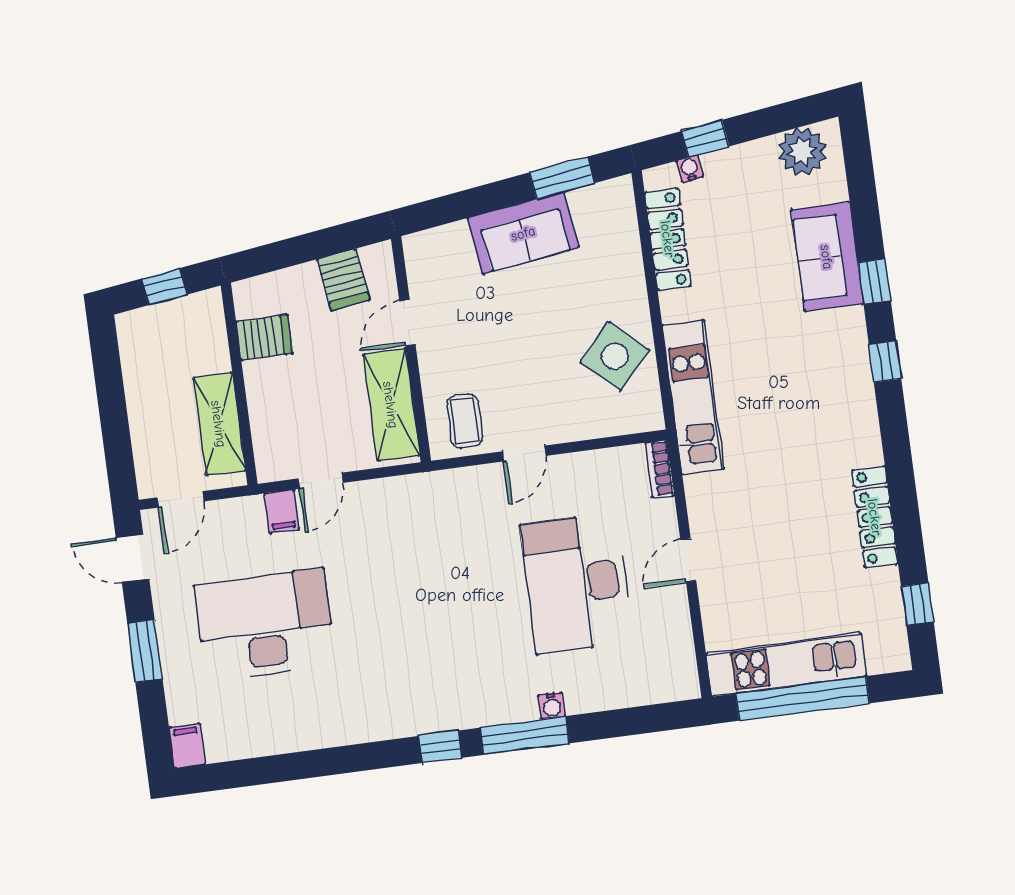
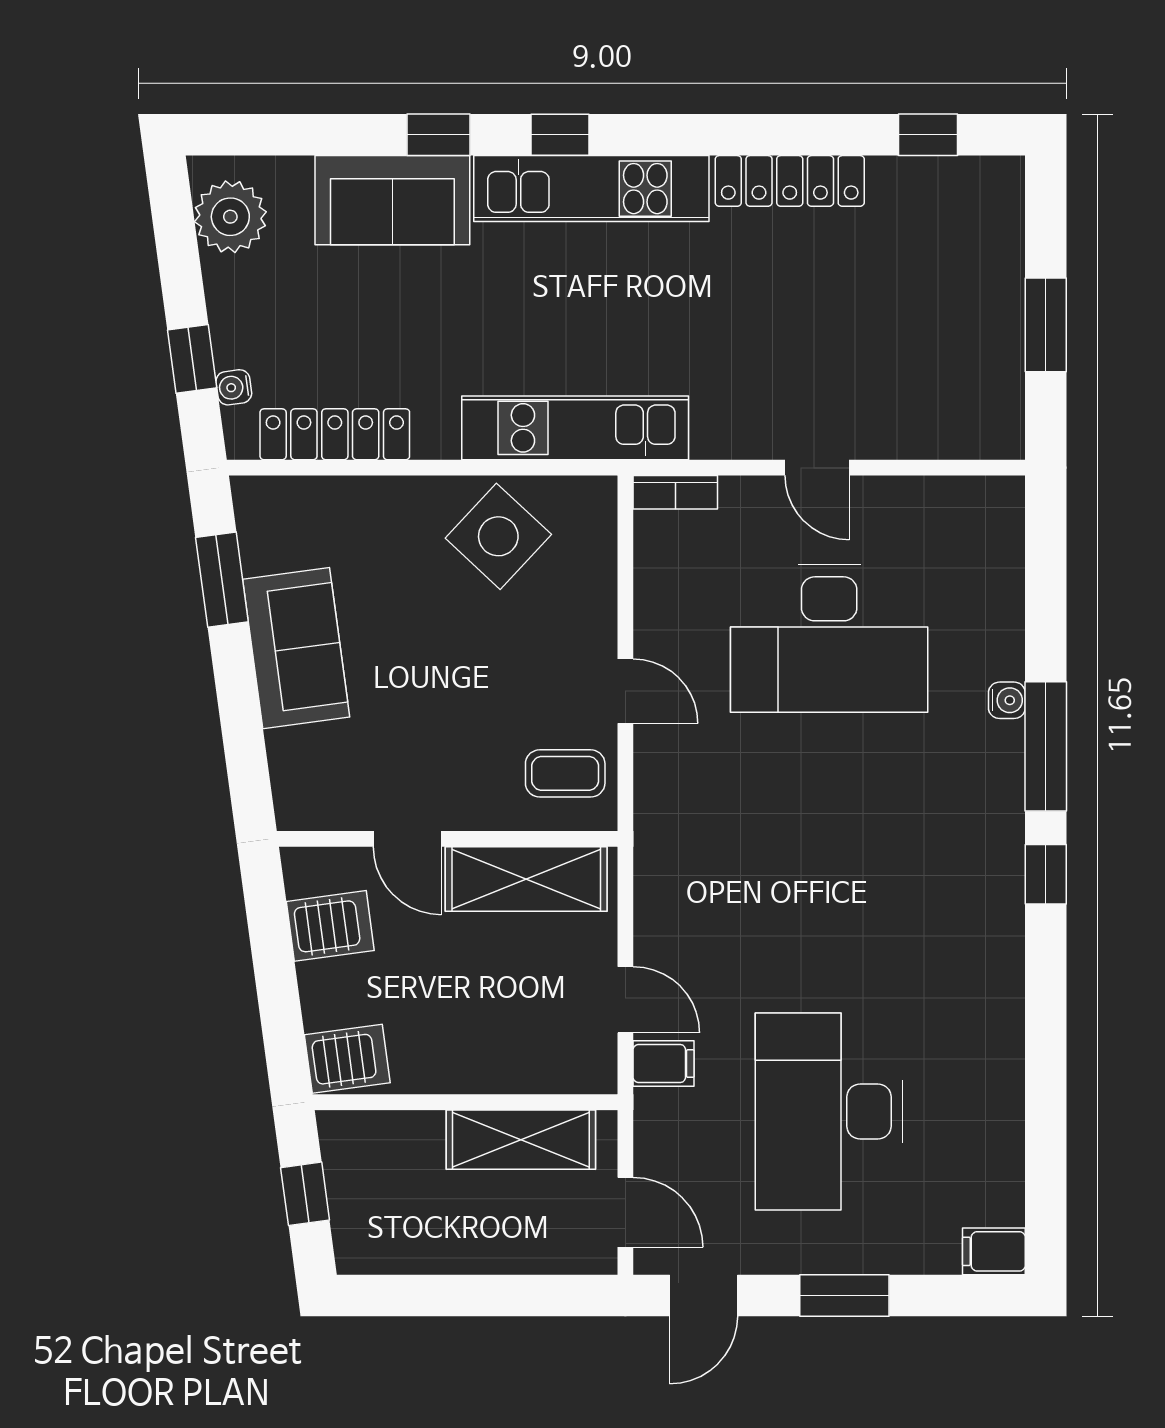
server rack: (264, 338) -> (347, 1059), moved, turned 82
kitchen unit: (786, 665) -> (591, 189), moved, turned -90
window: (803, 698) -> (1046, 325), width x0.47

